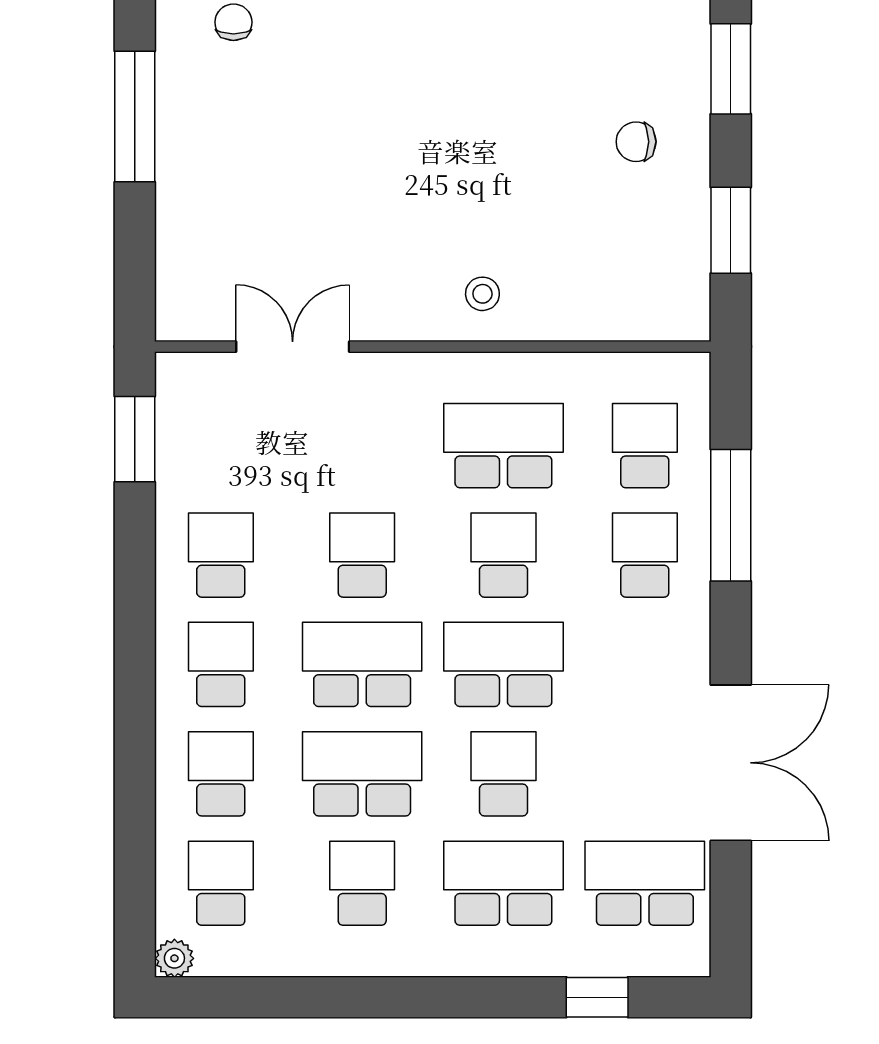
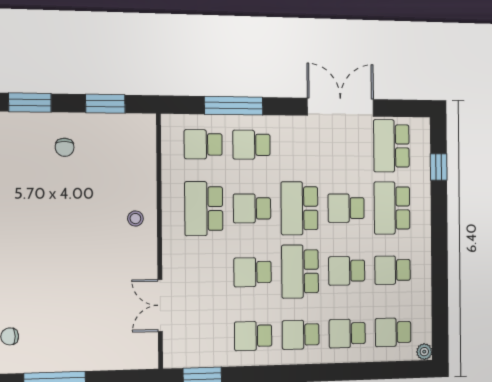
school desk: (362, 774) -> (347, 271), width x0.54

